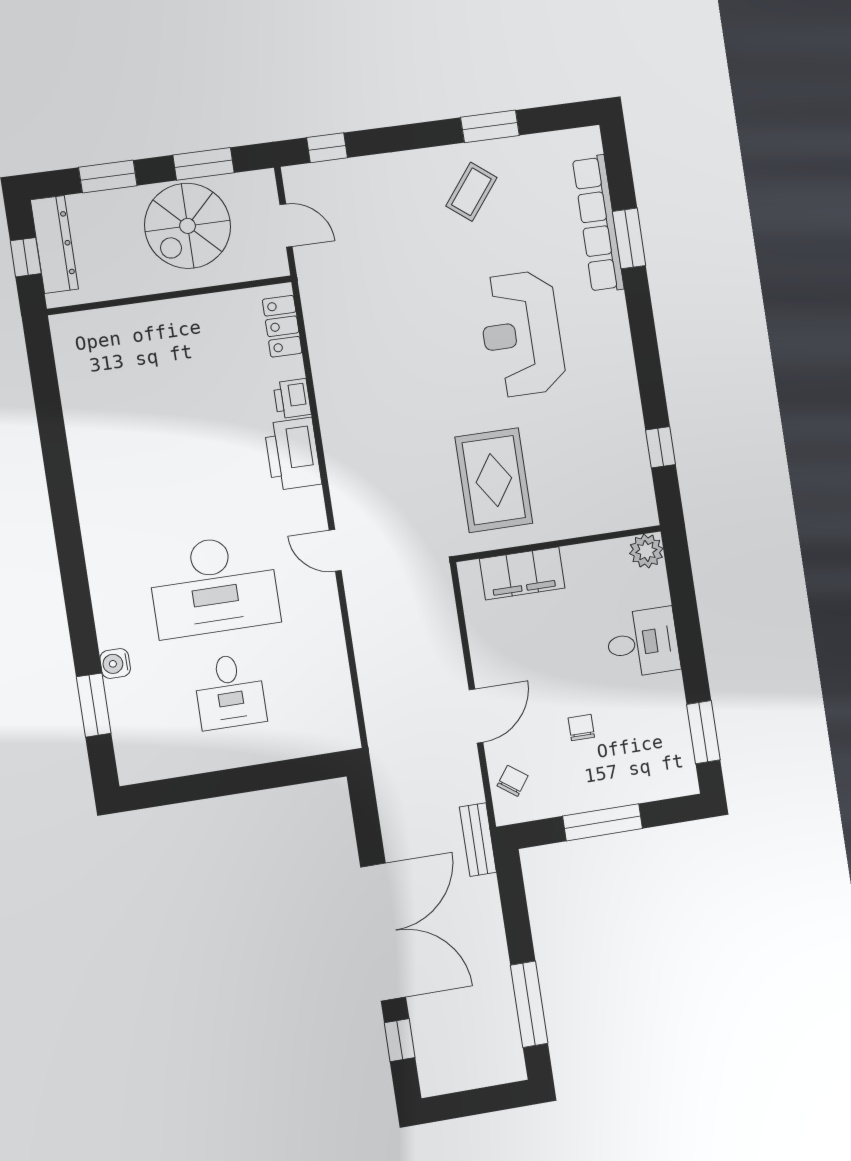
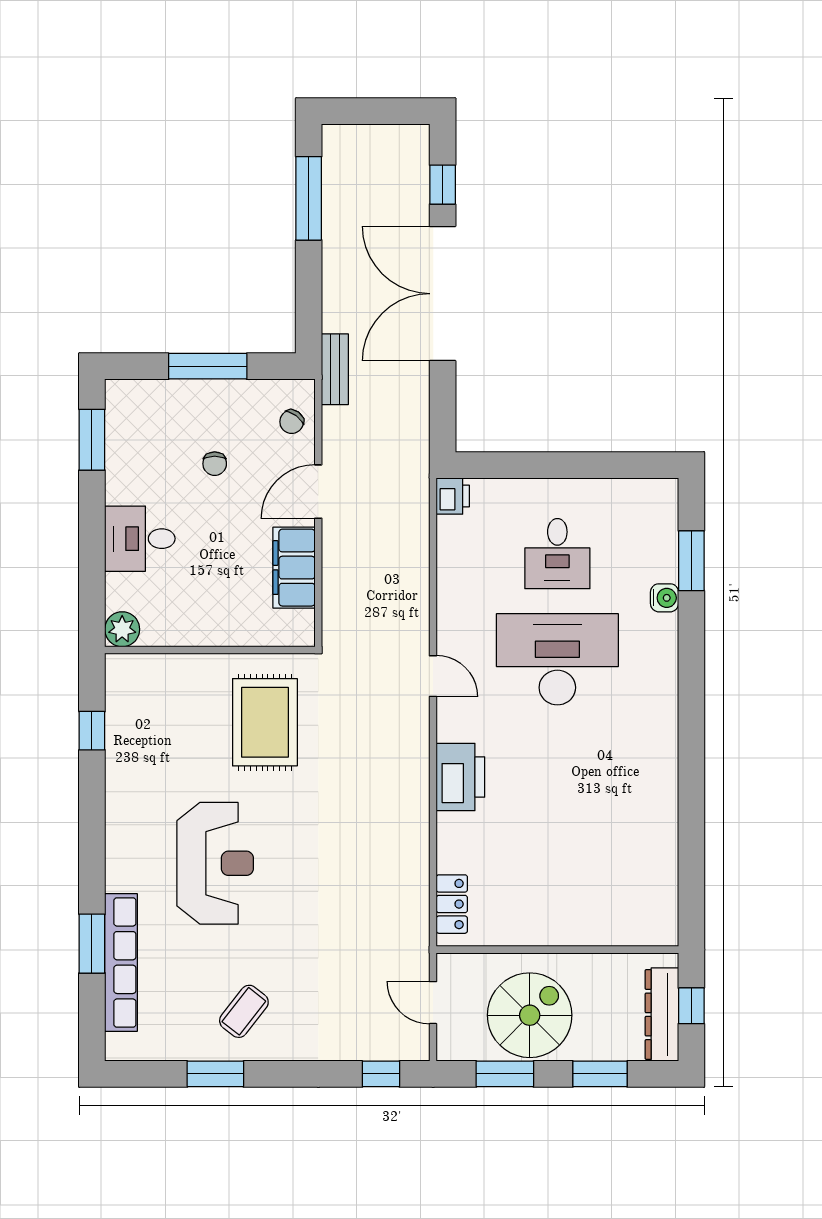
printer: (292, 399) -> (453, 496), moved
filing cabinet: (522, 573) -> (294, 568), moved, turned -90
desk: (230, 691) -> (557, 554), turned 180

